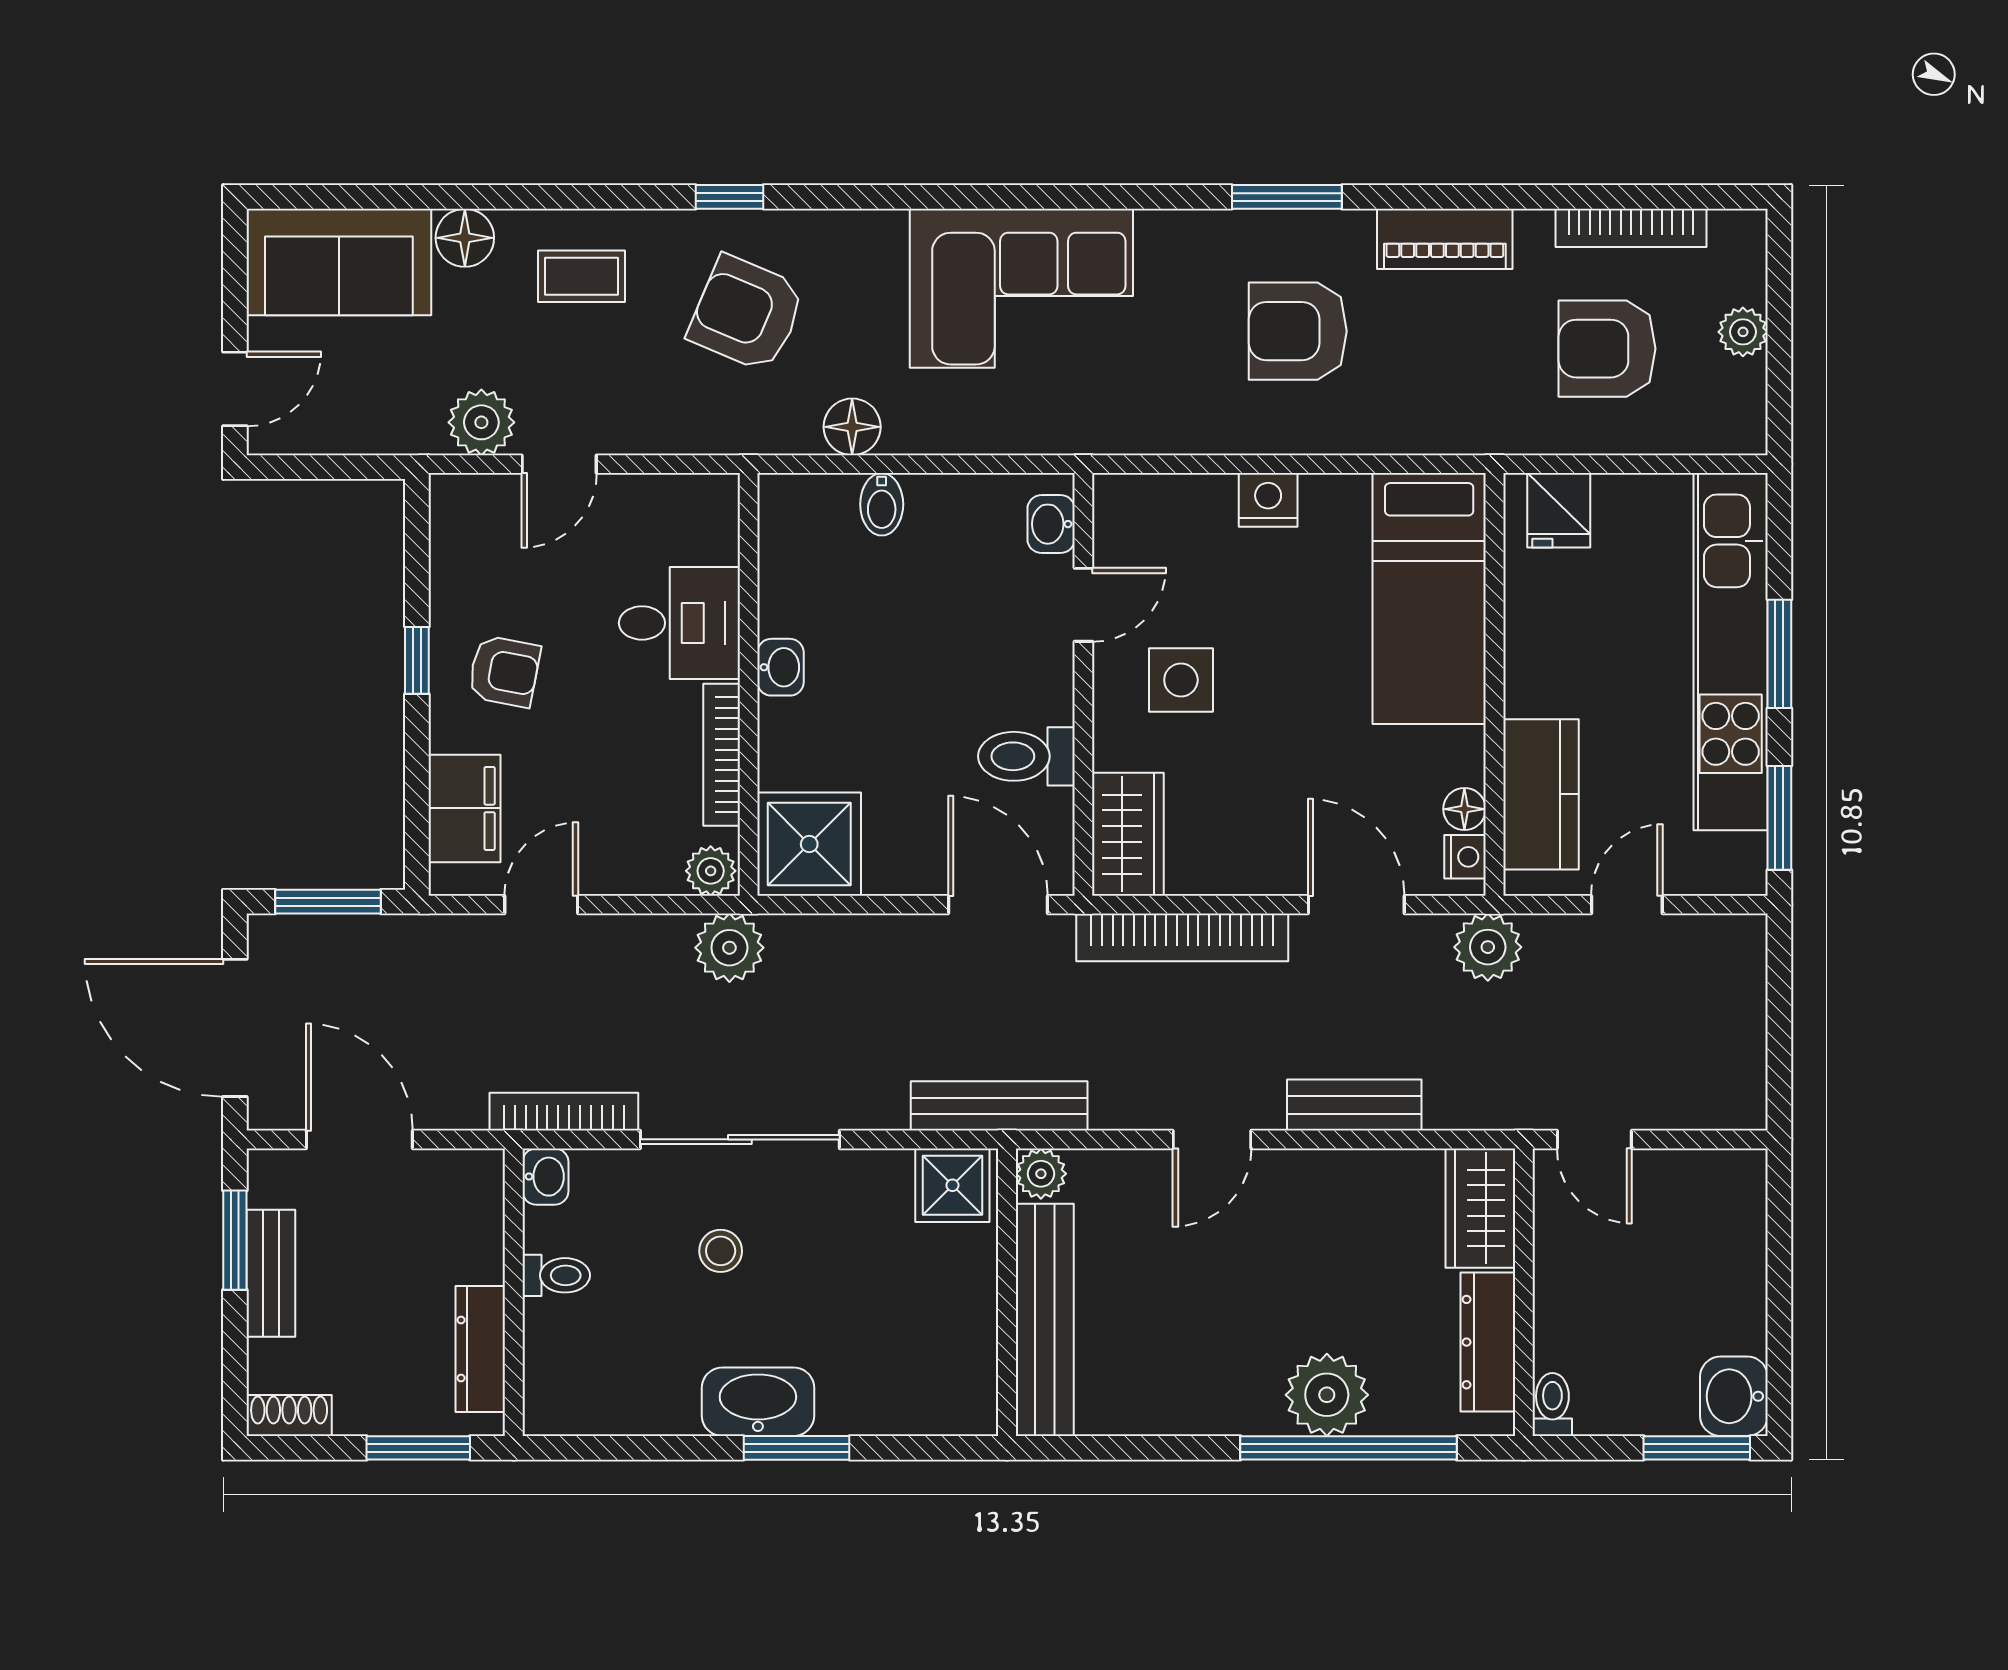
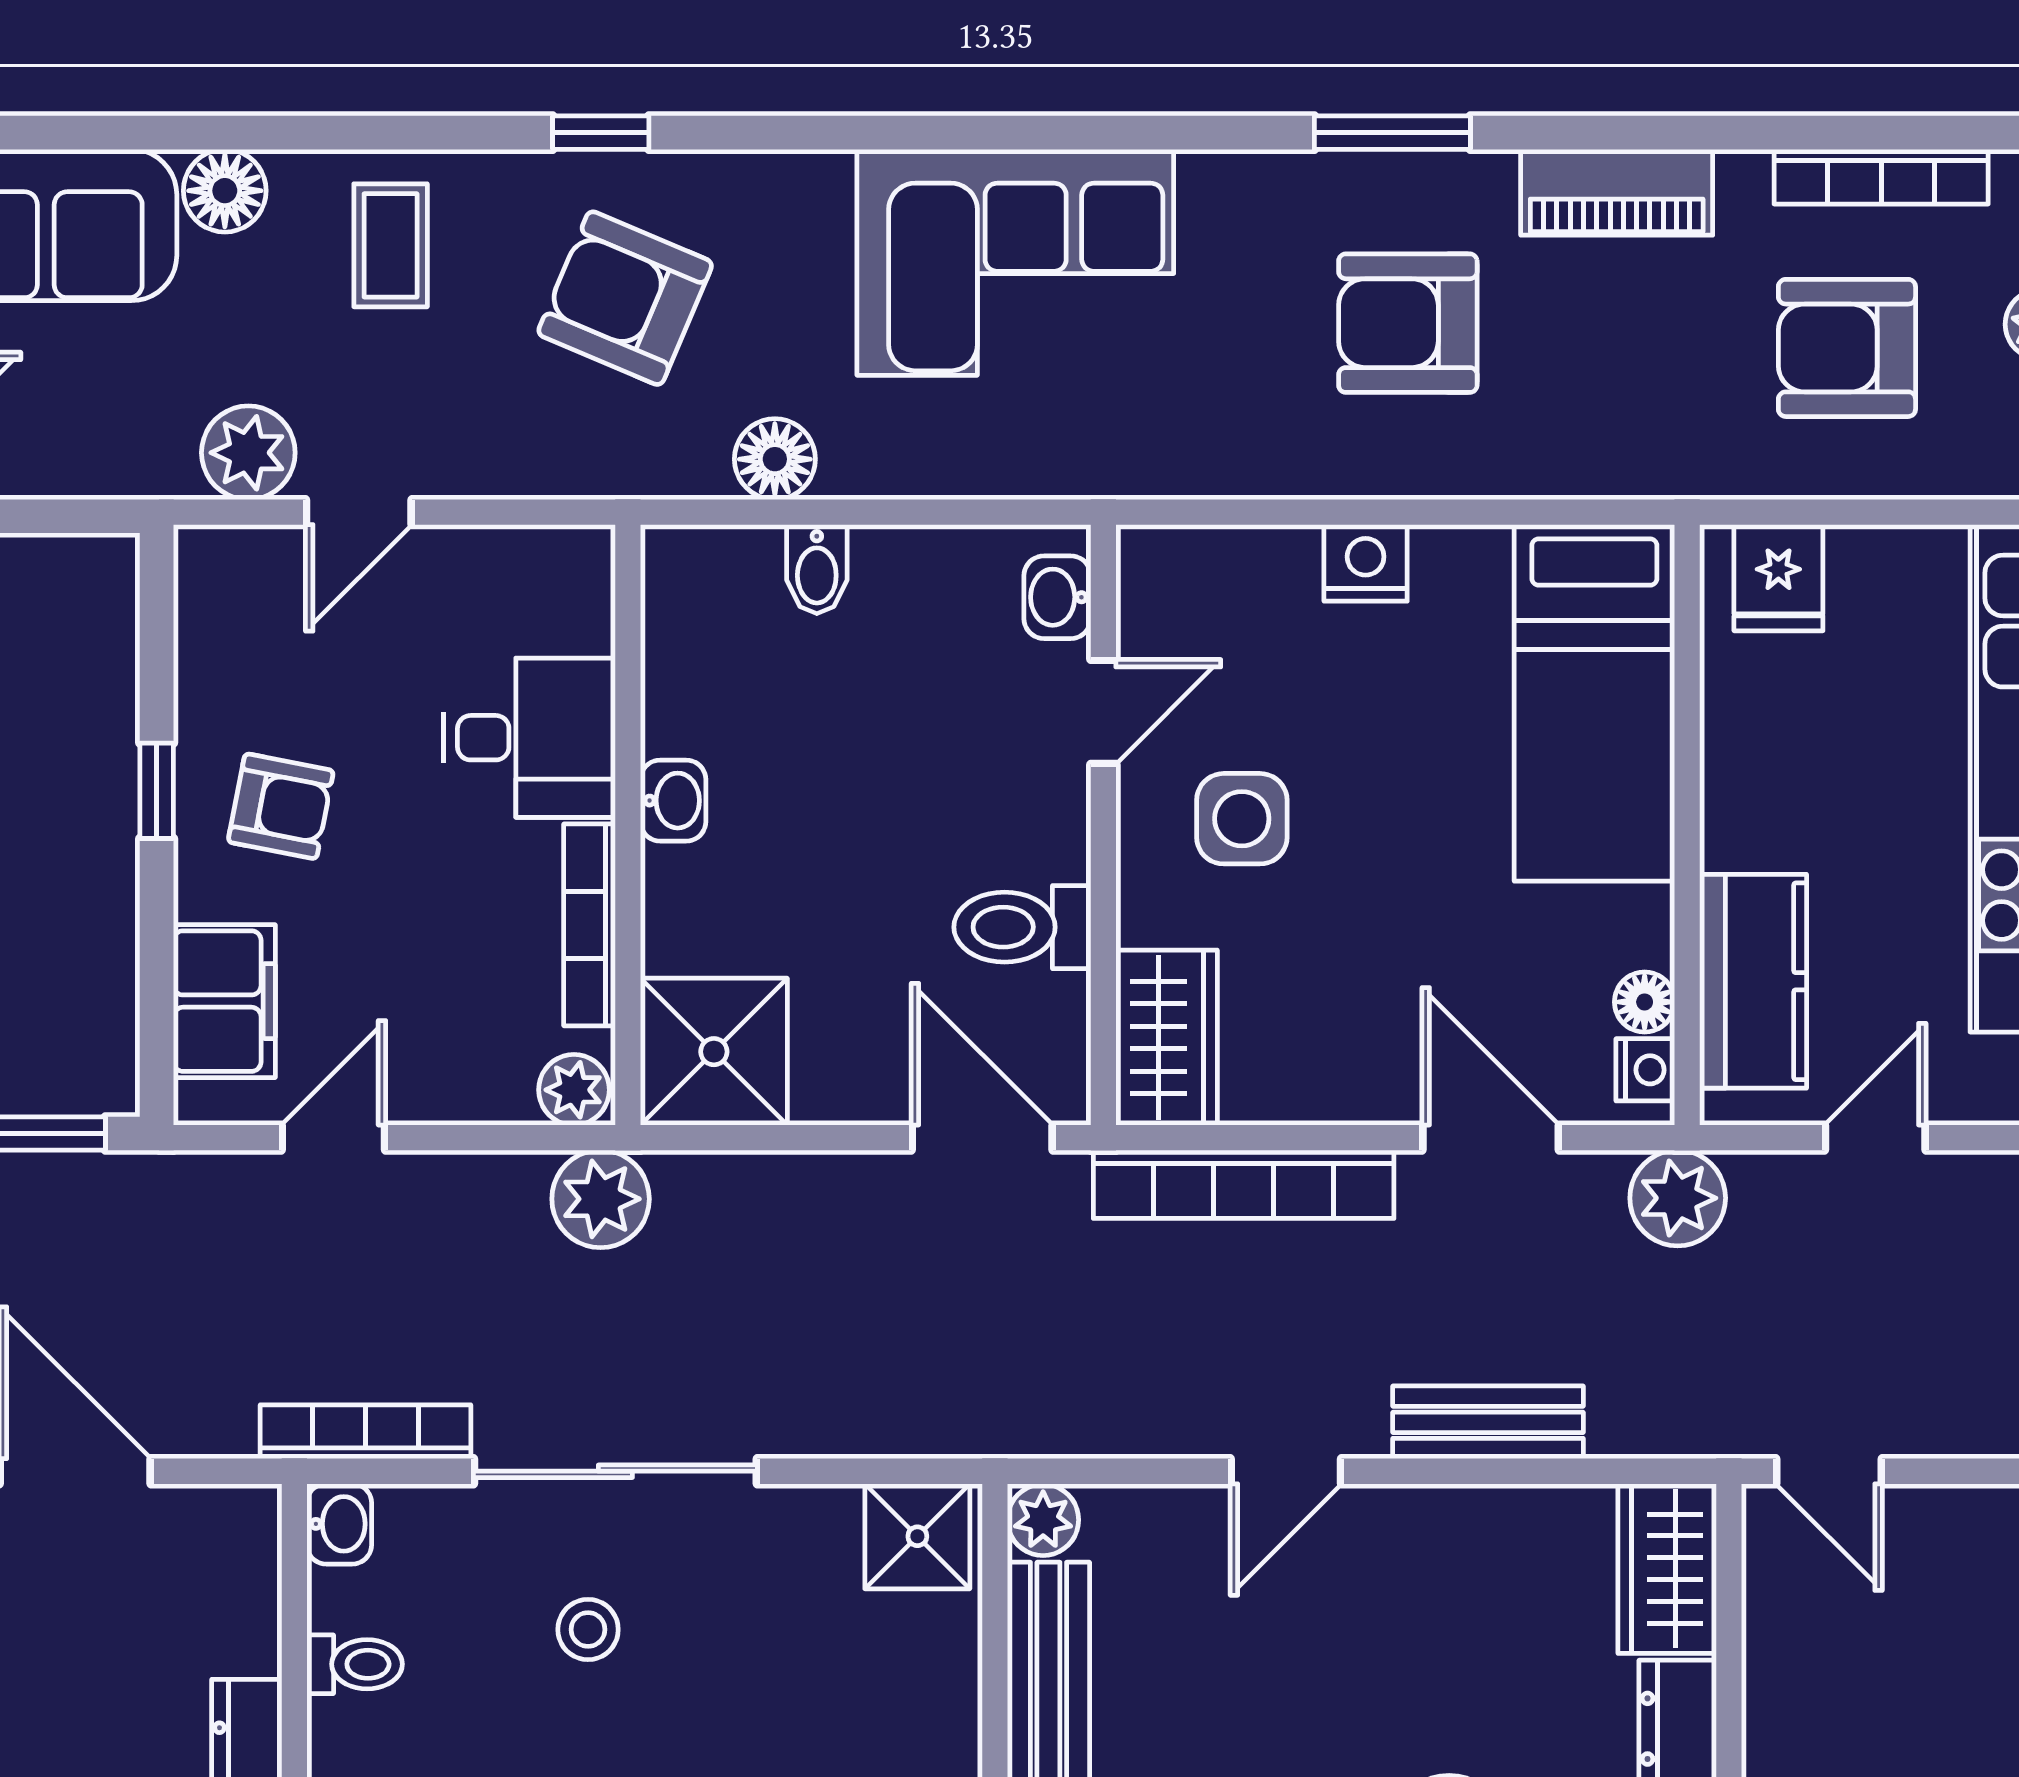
coffee table: (582, 276) -> (391, 245), turned 90
bench: (999, 1106) -> (984, 1424), removed

